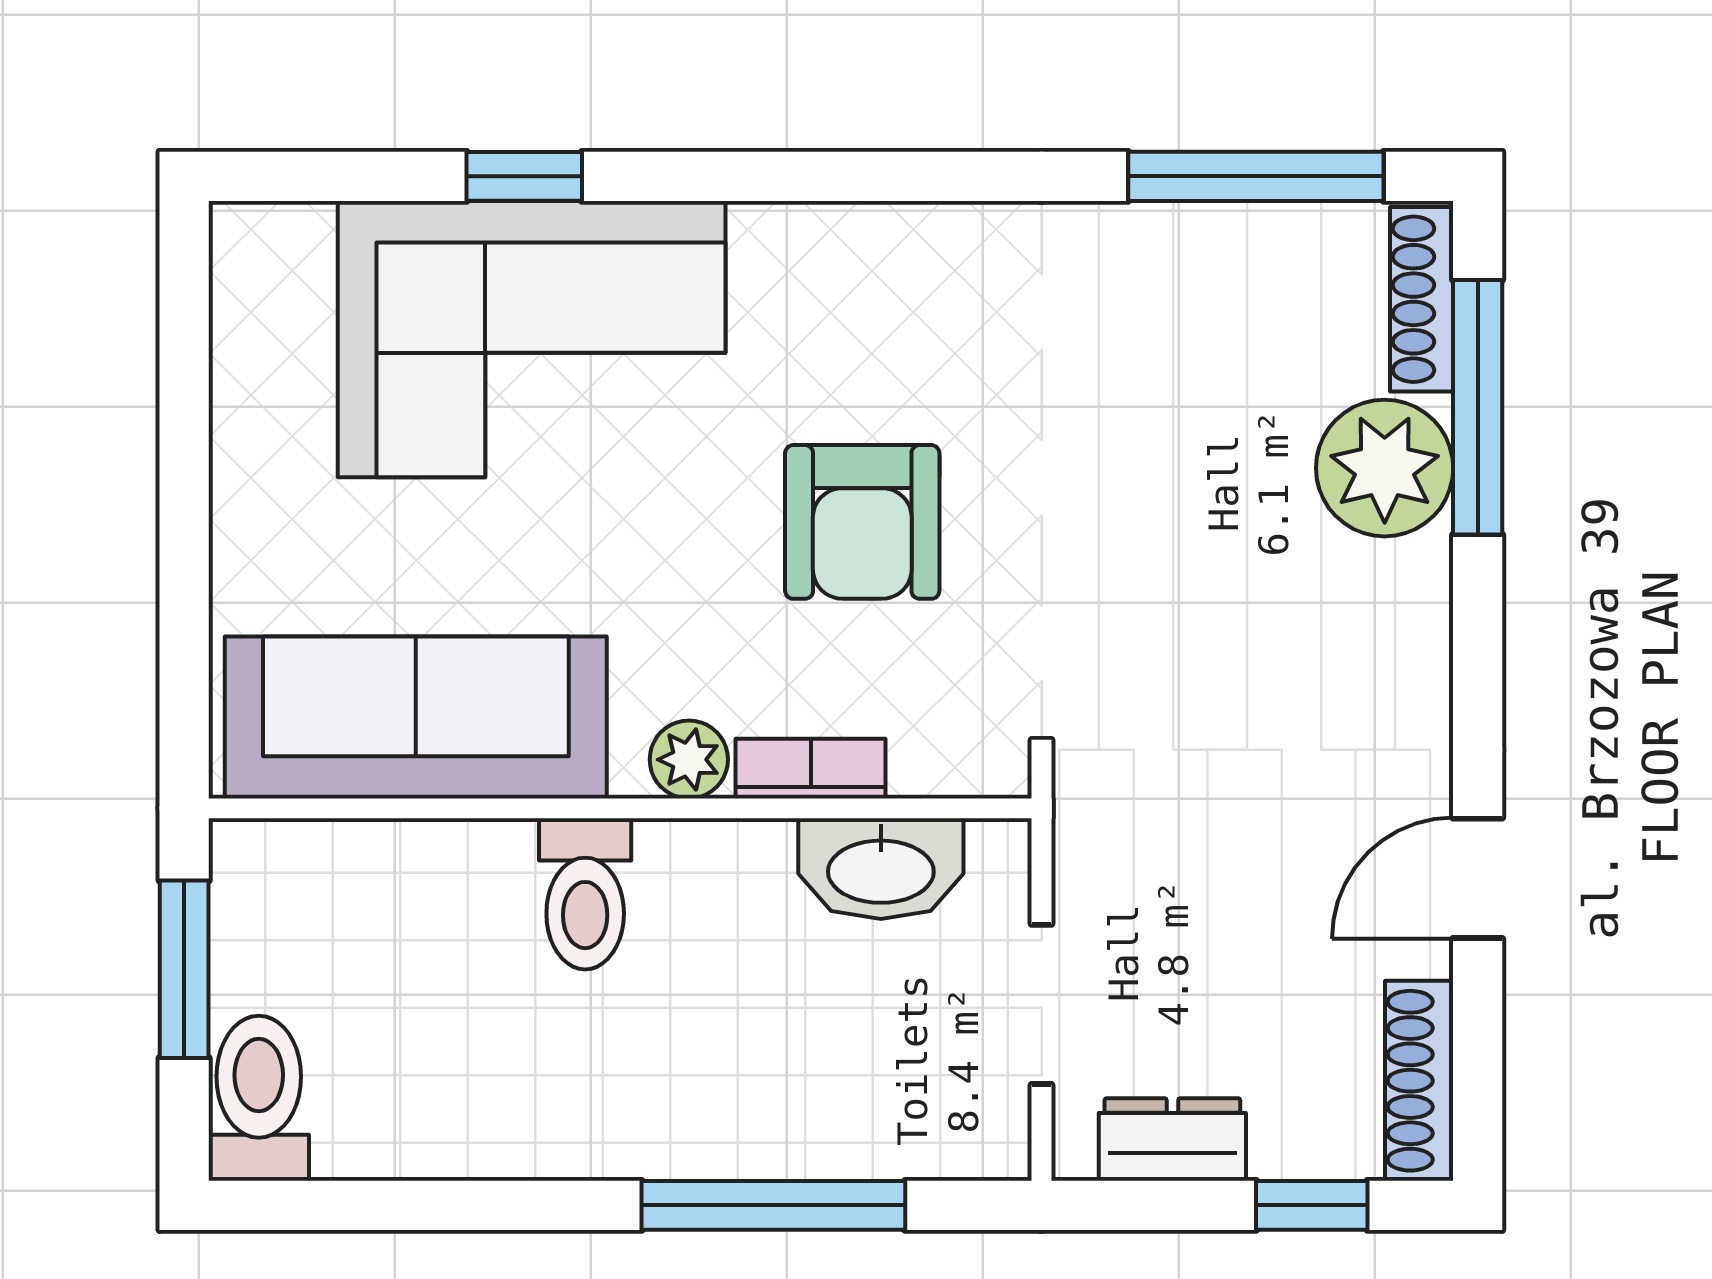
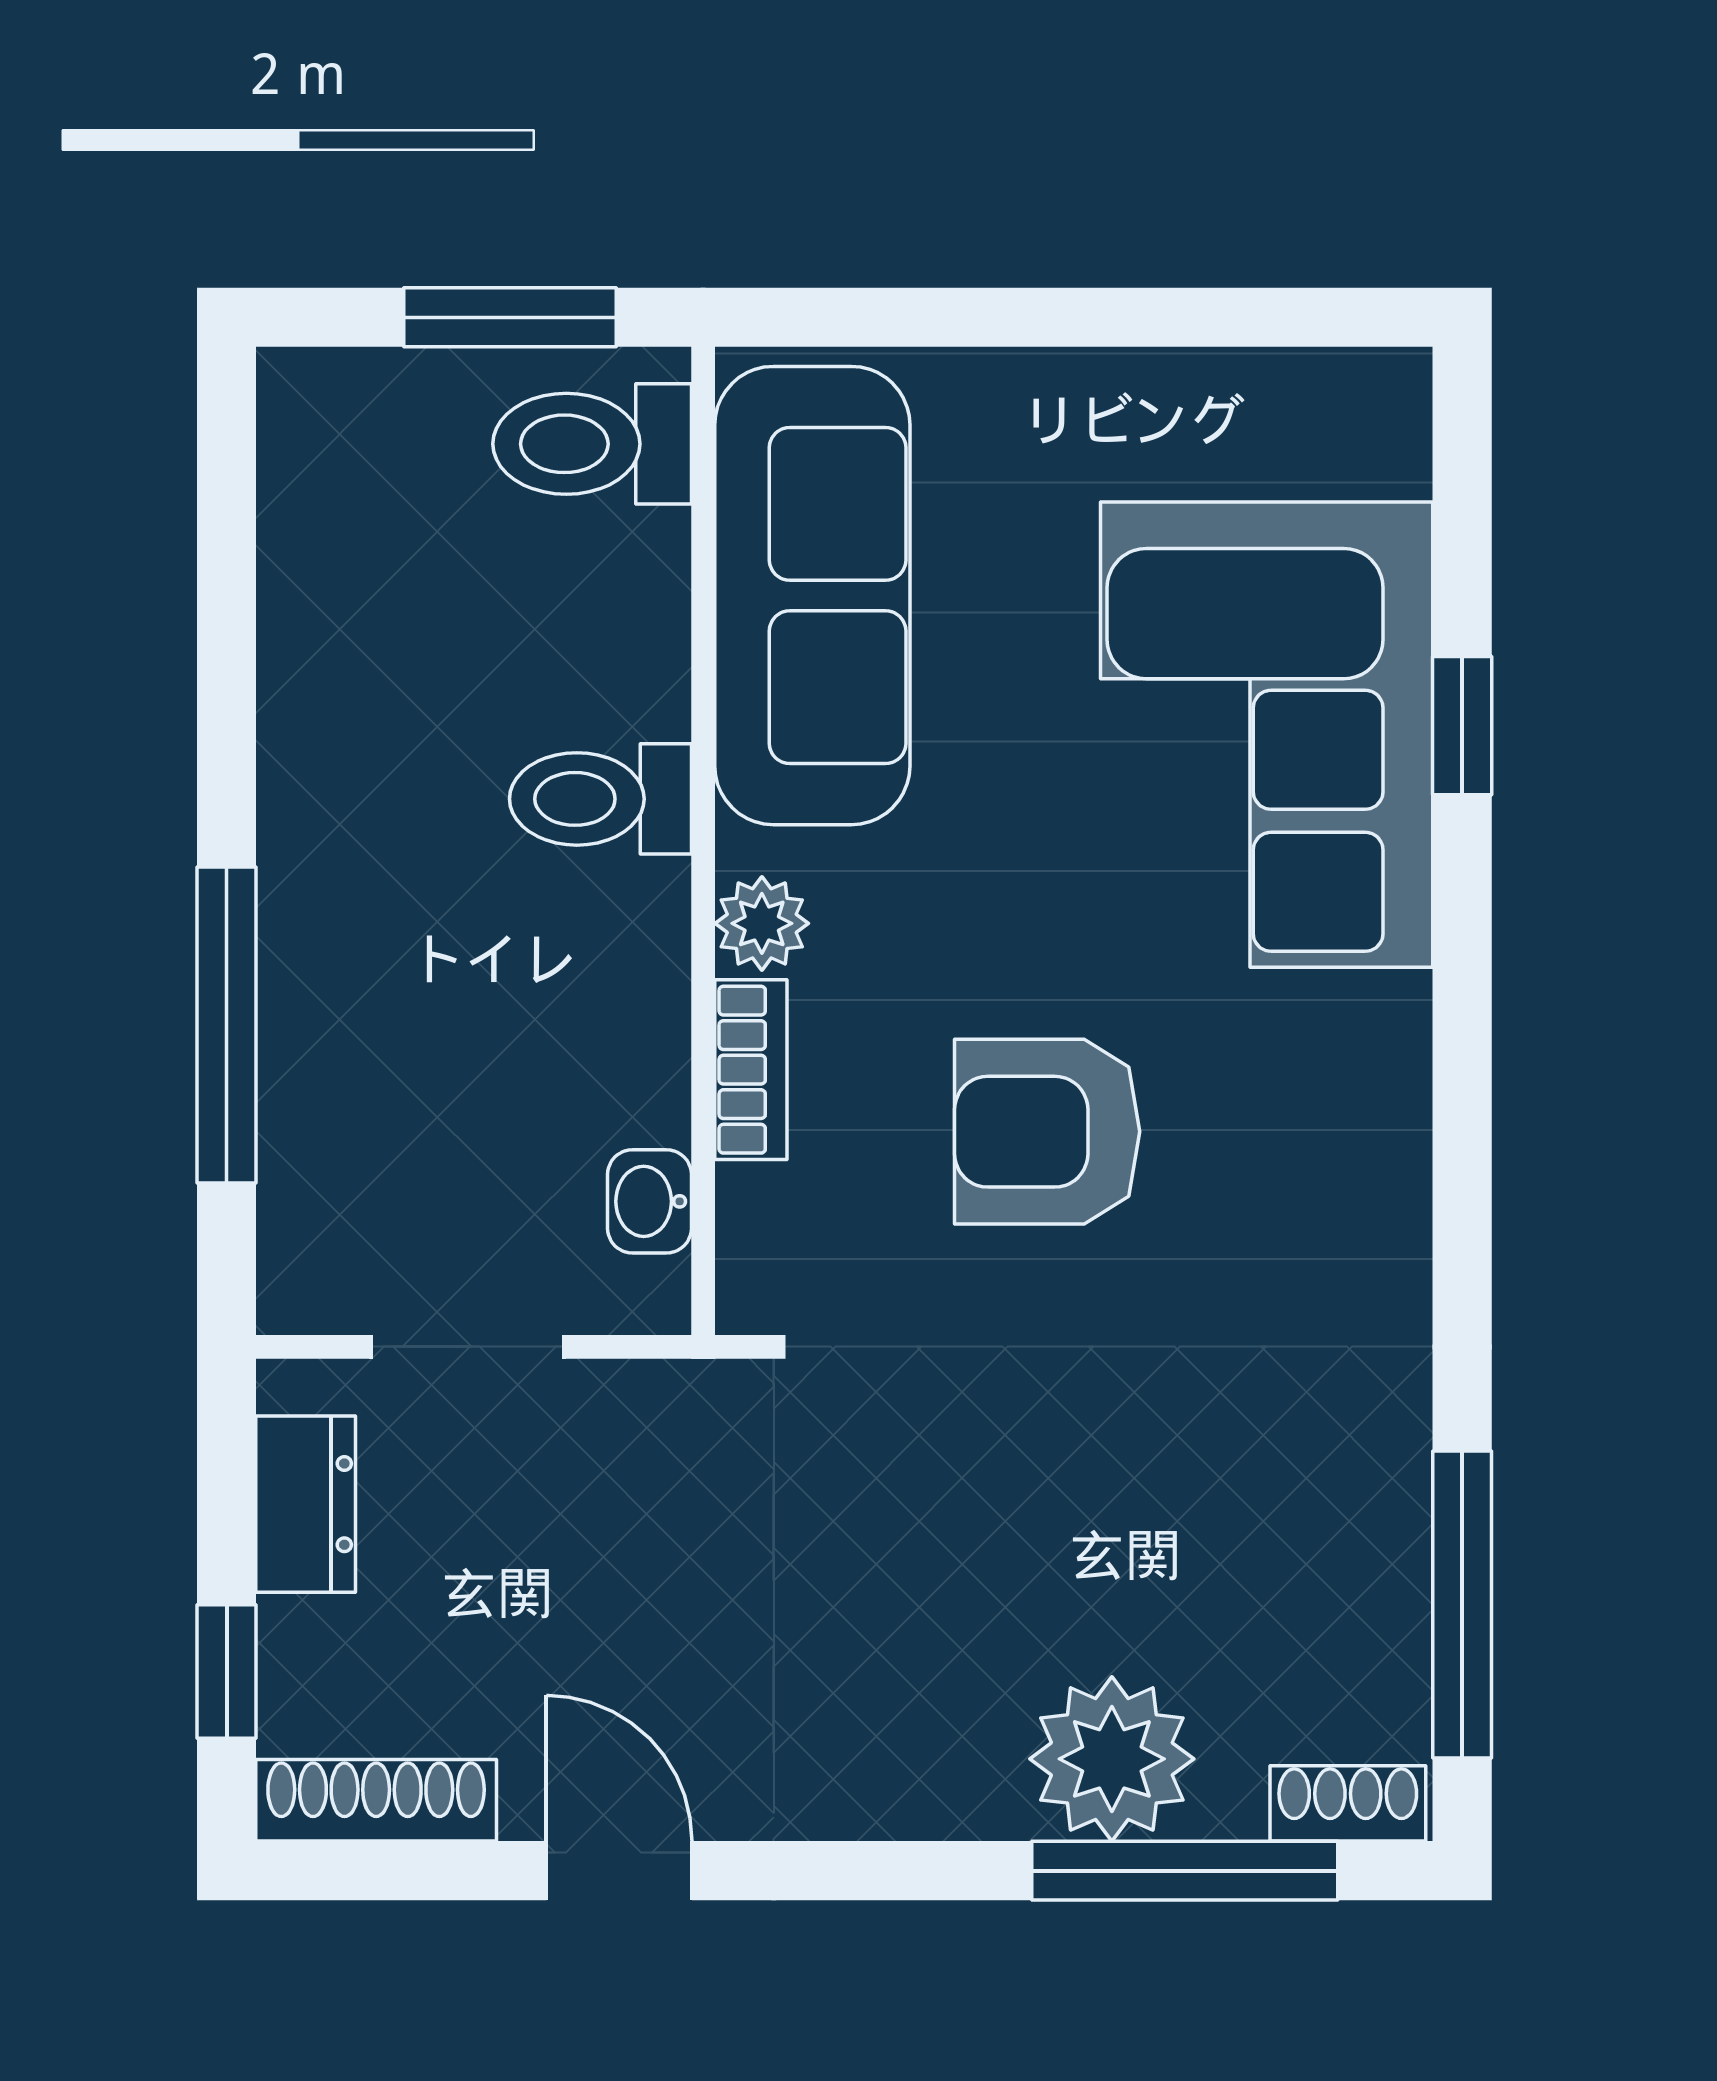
shoe rack: (1422, 299) -> (1348, 1803), width x0.70
washbasin: (881, 869) -> (649, 1201), width x0.52, depth x0.69
toilet: (259, 1098) -> (592, 444), moved, turned 180

